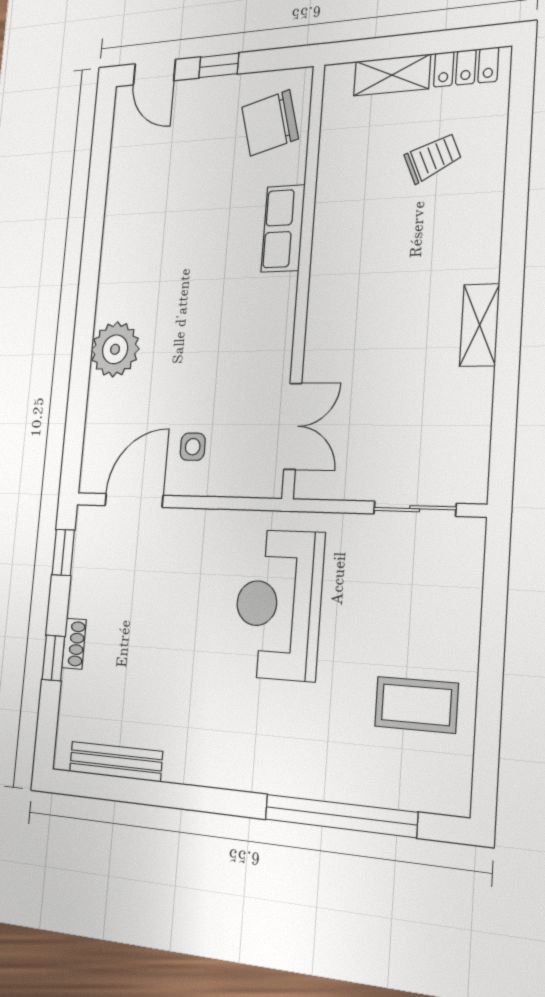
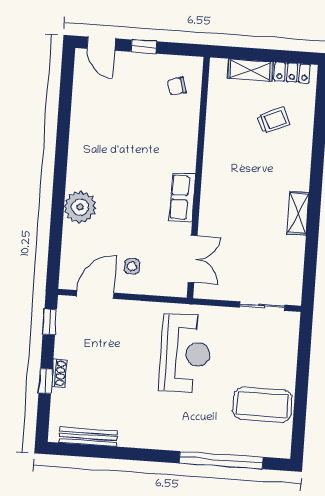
chair: (270, 123) -> (177, 86), width x0.54, depth x0.54
row of seats: (283, 228) -> (182, 197), moved
reception desk: (278, 604) -> (185, 353), turned 180
coffee table: (416, 705) -> (262, 405), width x1.36, depth x1.32

